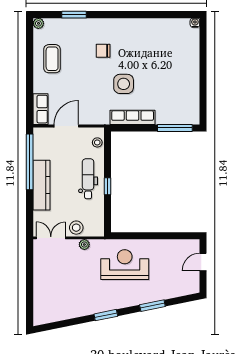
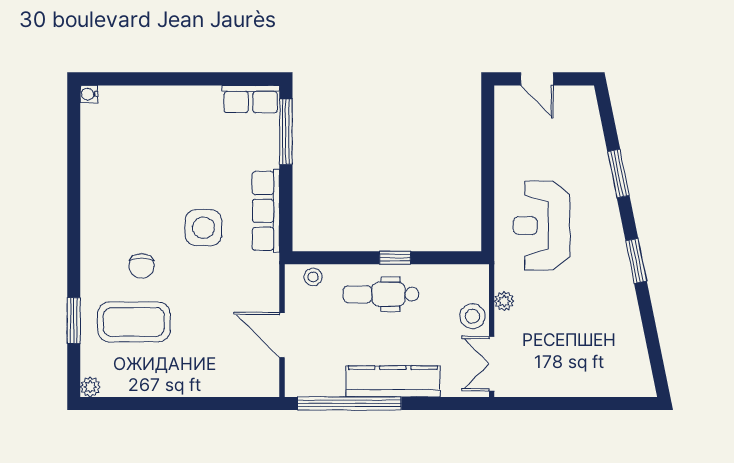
coffee table: (52, 59) -> (134, 322), moved, width x1.36, depth x1.32
row of seats: (40, 109) -> (251, 99), moved, turned 180

